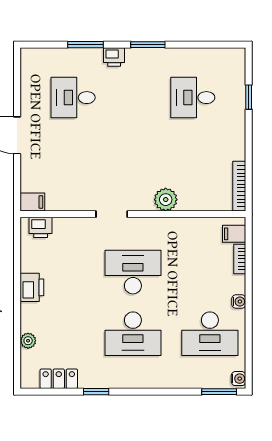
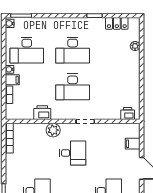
desk: (133, 161) -> (73, 153), added
filing cabinet: (32, 202) -> (133, 144), moved
filing cabinet: (234, 234) -> (12, 80), moved
printer: (32, 287) -> (42, 113), moved, turned 90
desk: (133, 334) -> (73, 50), turned 180
desk: (210, 334) -> (27, 50), turned 180

